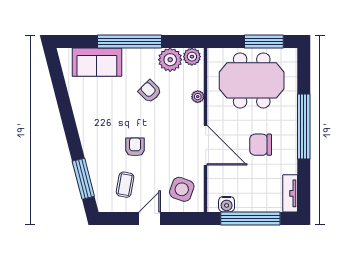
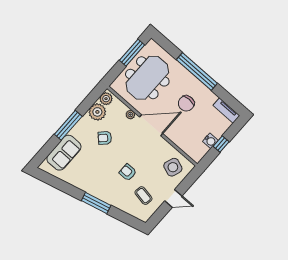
window: (129, 41) -> (68, 125), width x0.68
door: (206, 145) -> (151, 125), moved
window: (83, 179) -> (96, 203), moved
water cooler: (227, 204) -> (210, 141), moved
door: (150, 218) -> (173, 198), swing flipped
window: (250, 218) -> (221, 144), width x0.32

